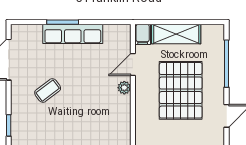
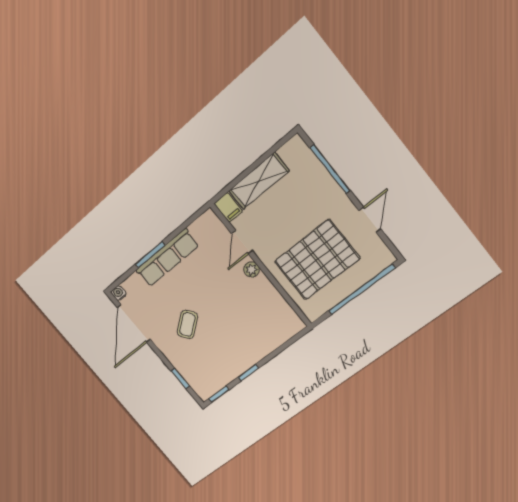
water cooler: (16, 30) -> (119, 293), added
pallet: (181, 90) -> (317, 260), moved, turned 90

